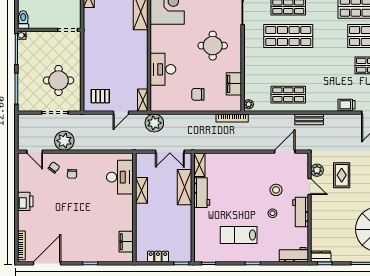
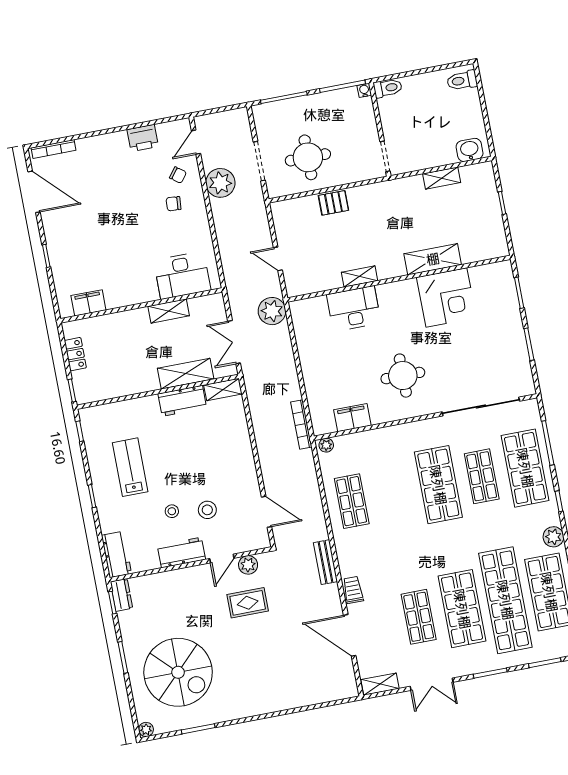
chair: (198, 94) -> (327, 367), removed
pallet: (100, 96) -> (333, 203), moved, turned 90
shelving: (143, 100) -> (360, 276), moved
bench: (309, 119) -> (325, 562), moved
printer: (25, 201) -> (143, 138), moved

